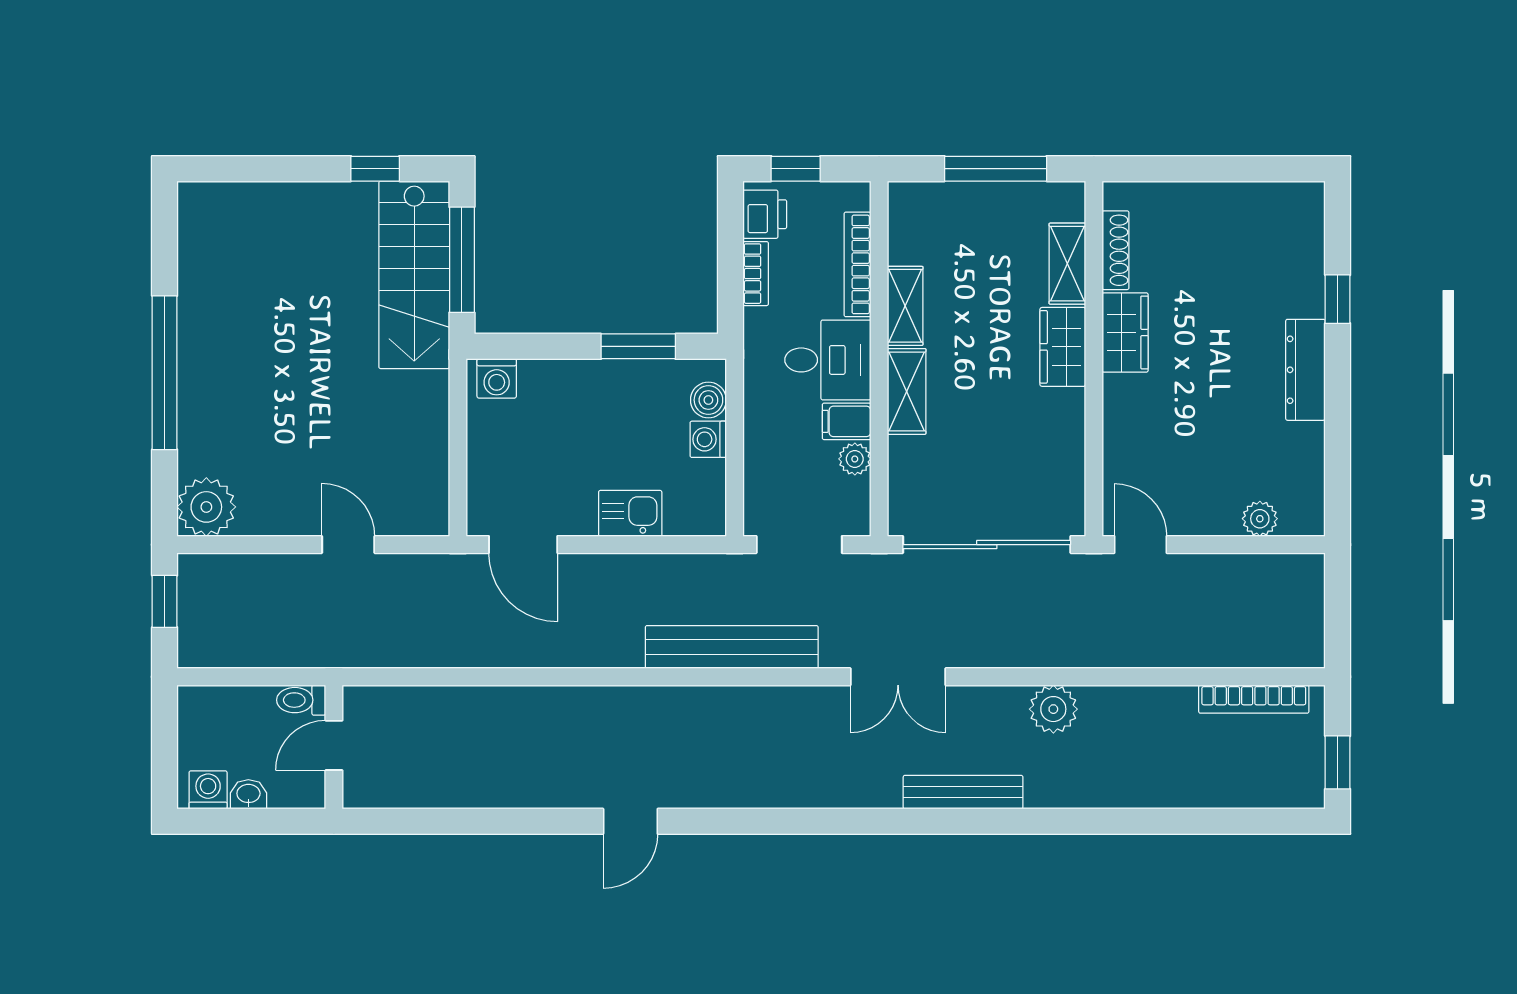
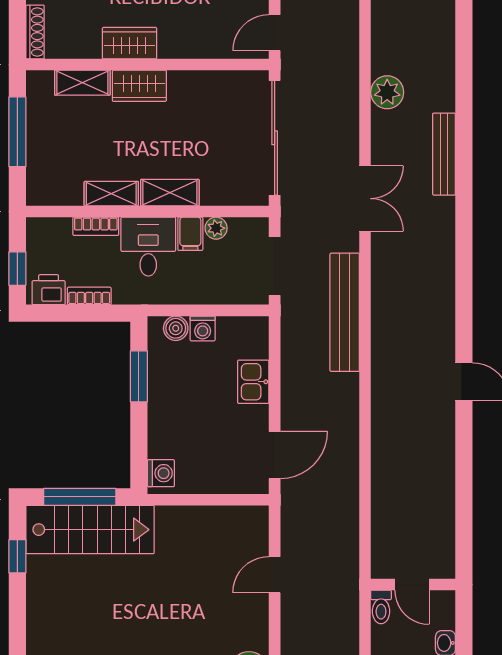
shoe rack: (1116, 250) -> (35, 32), moved, turned 90
bookcase: (857, 264) -> (96, 226), width x0.64

